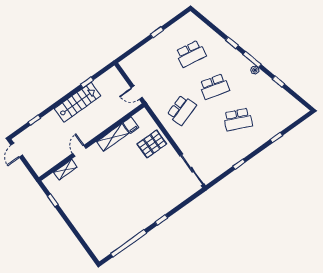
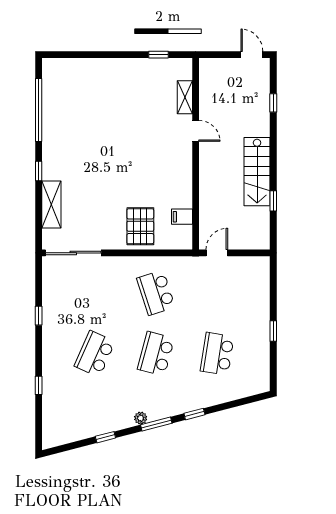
shelving: (113, 137) -> (51, 205), moved

